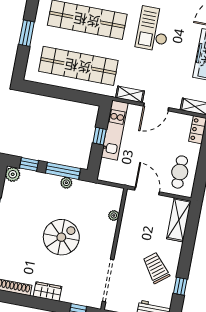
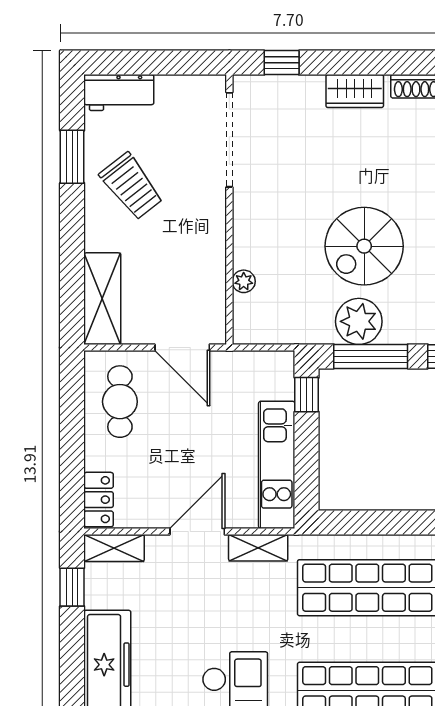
window: (100, 136) -> (307, 395), moved
plant: (66, 183) -> (359, 321), width x1.88, depth x1.88
spiral stairs: (61, 237) -> (364, 246), moved
window: (180, 286) -> (72, 157), width x1.50

